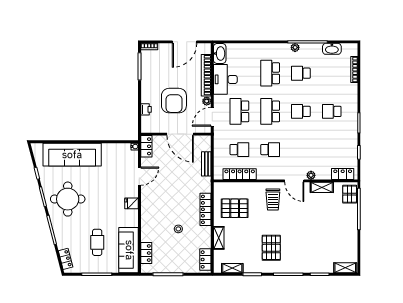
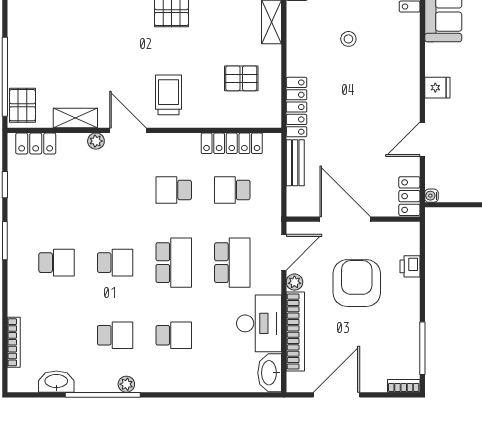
school desk: (270, 73) -> (174, 335), width x0.54
pallet: (235, 208) -> (241, 78), width x0.67, depth x0.71
locker: (206, 209) -> (297, 107), moved

